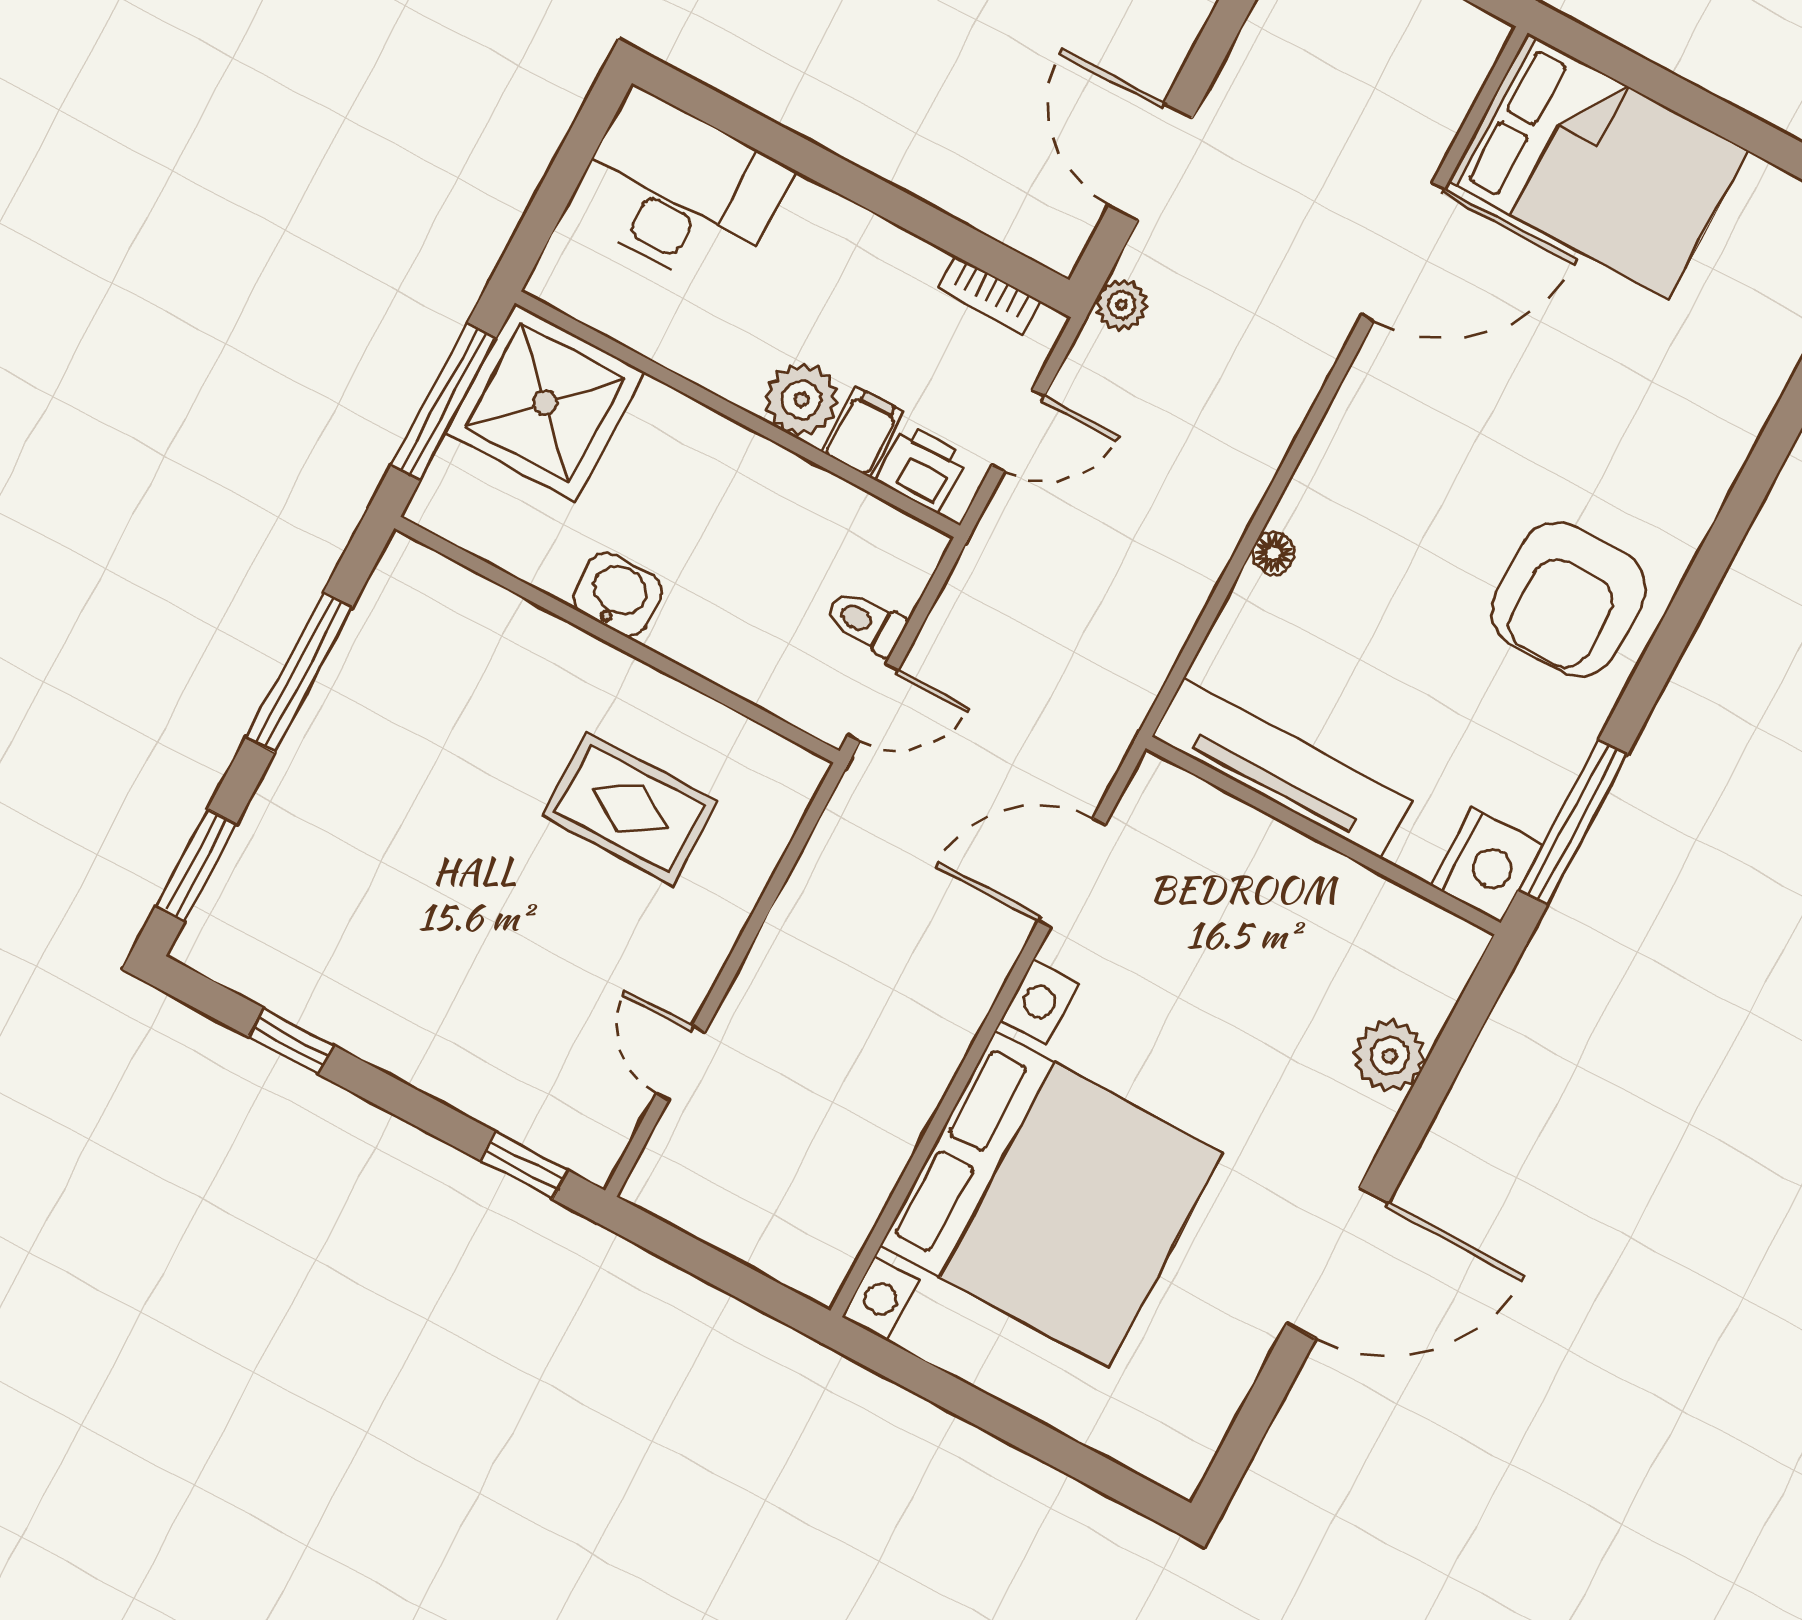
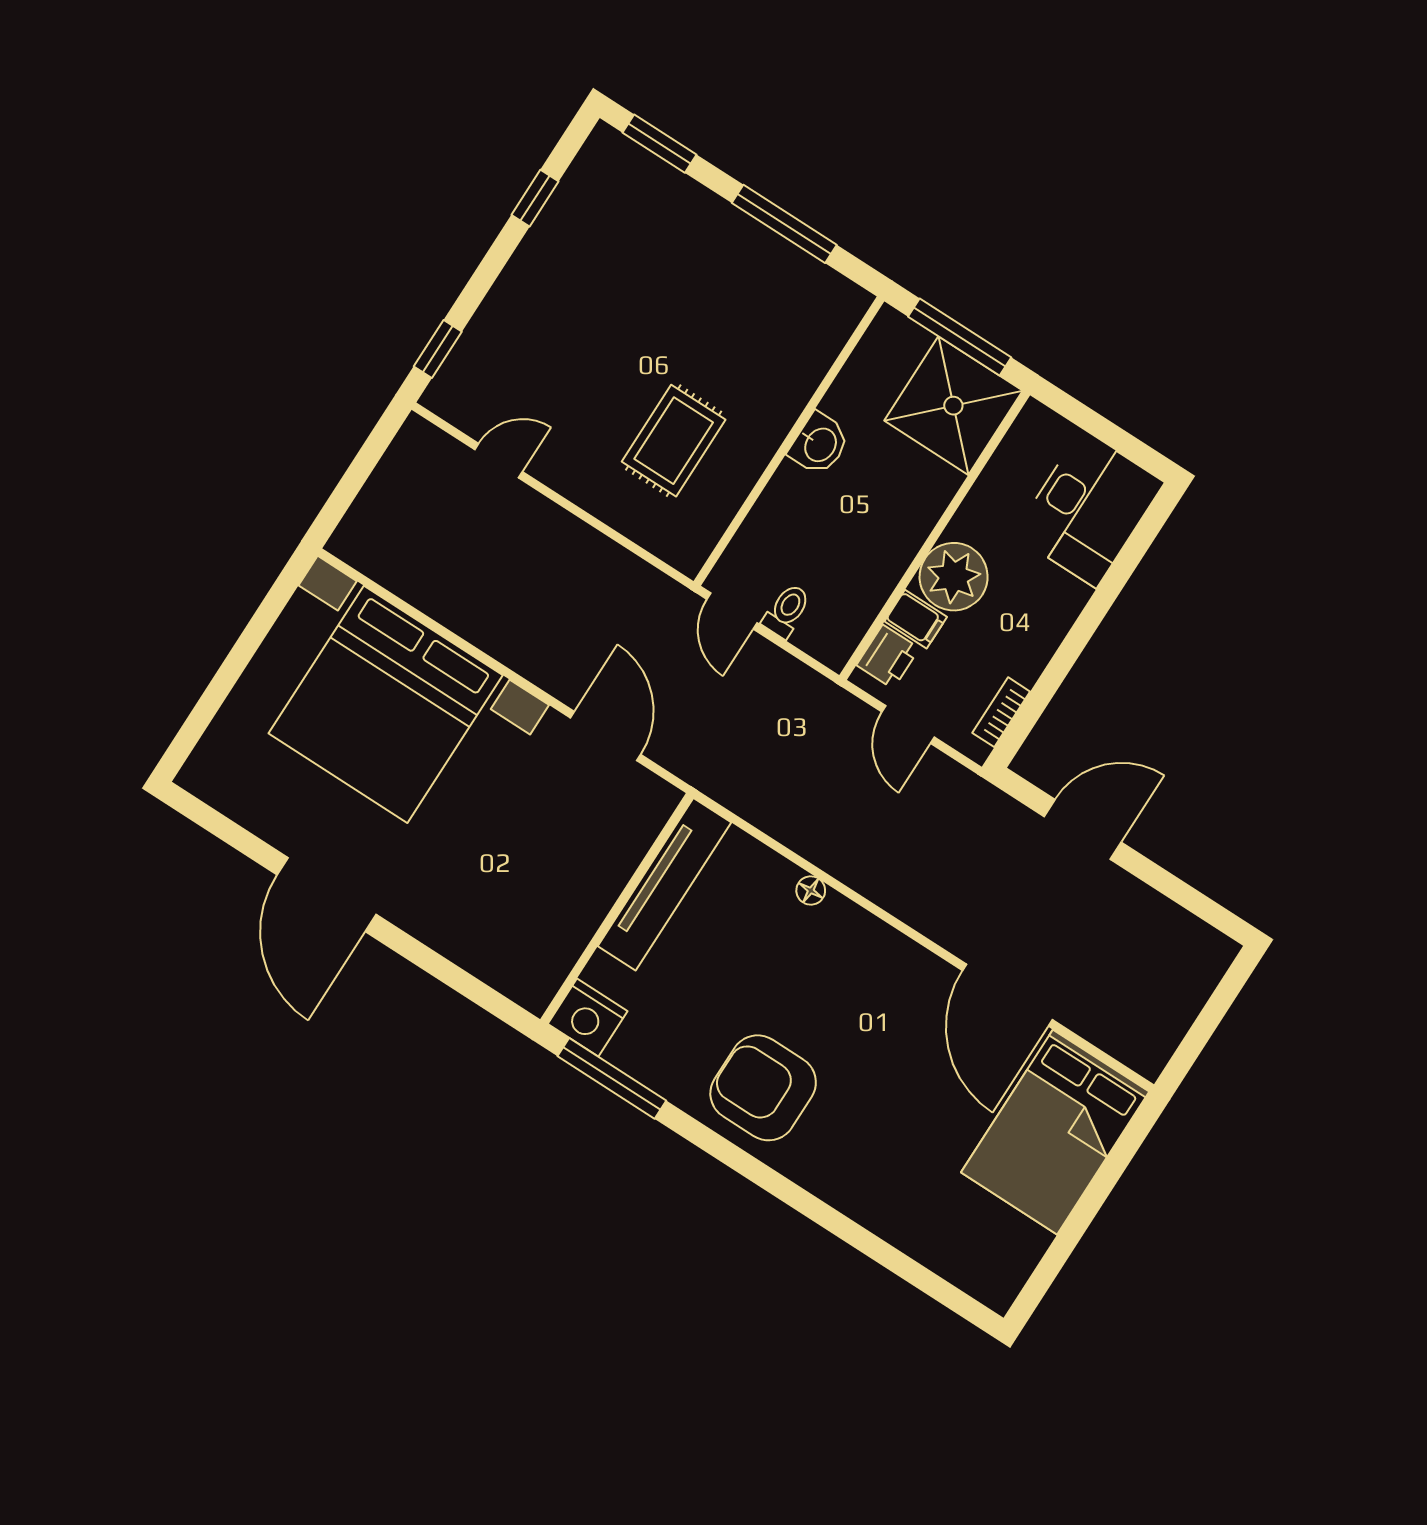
plant: (1122, 305) -> (987, 802), removed
plant: (801, 400) -> (954, 577), width x1.36, depth x1.36
plant: (1390, 1056) -> (464, 941), removed

